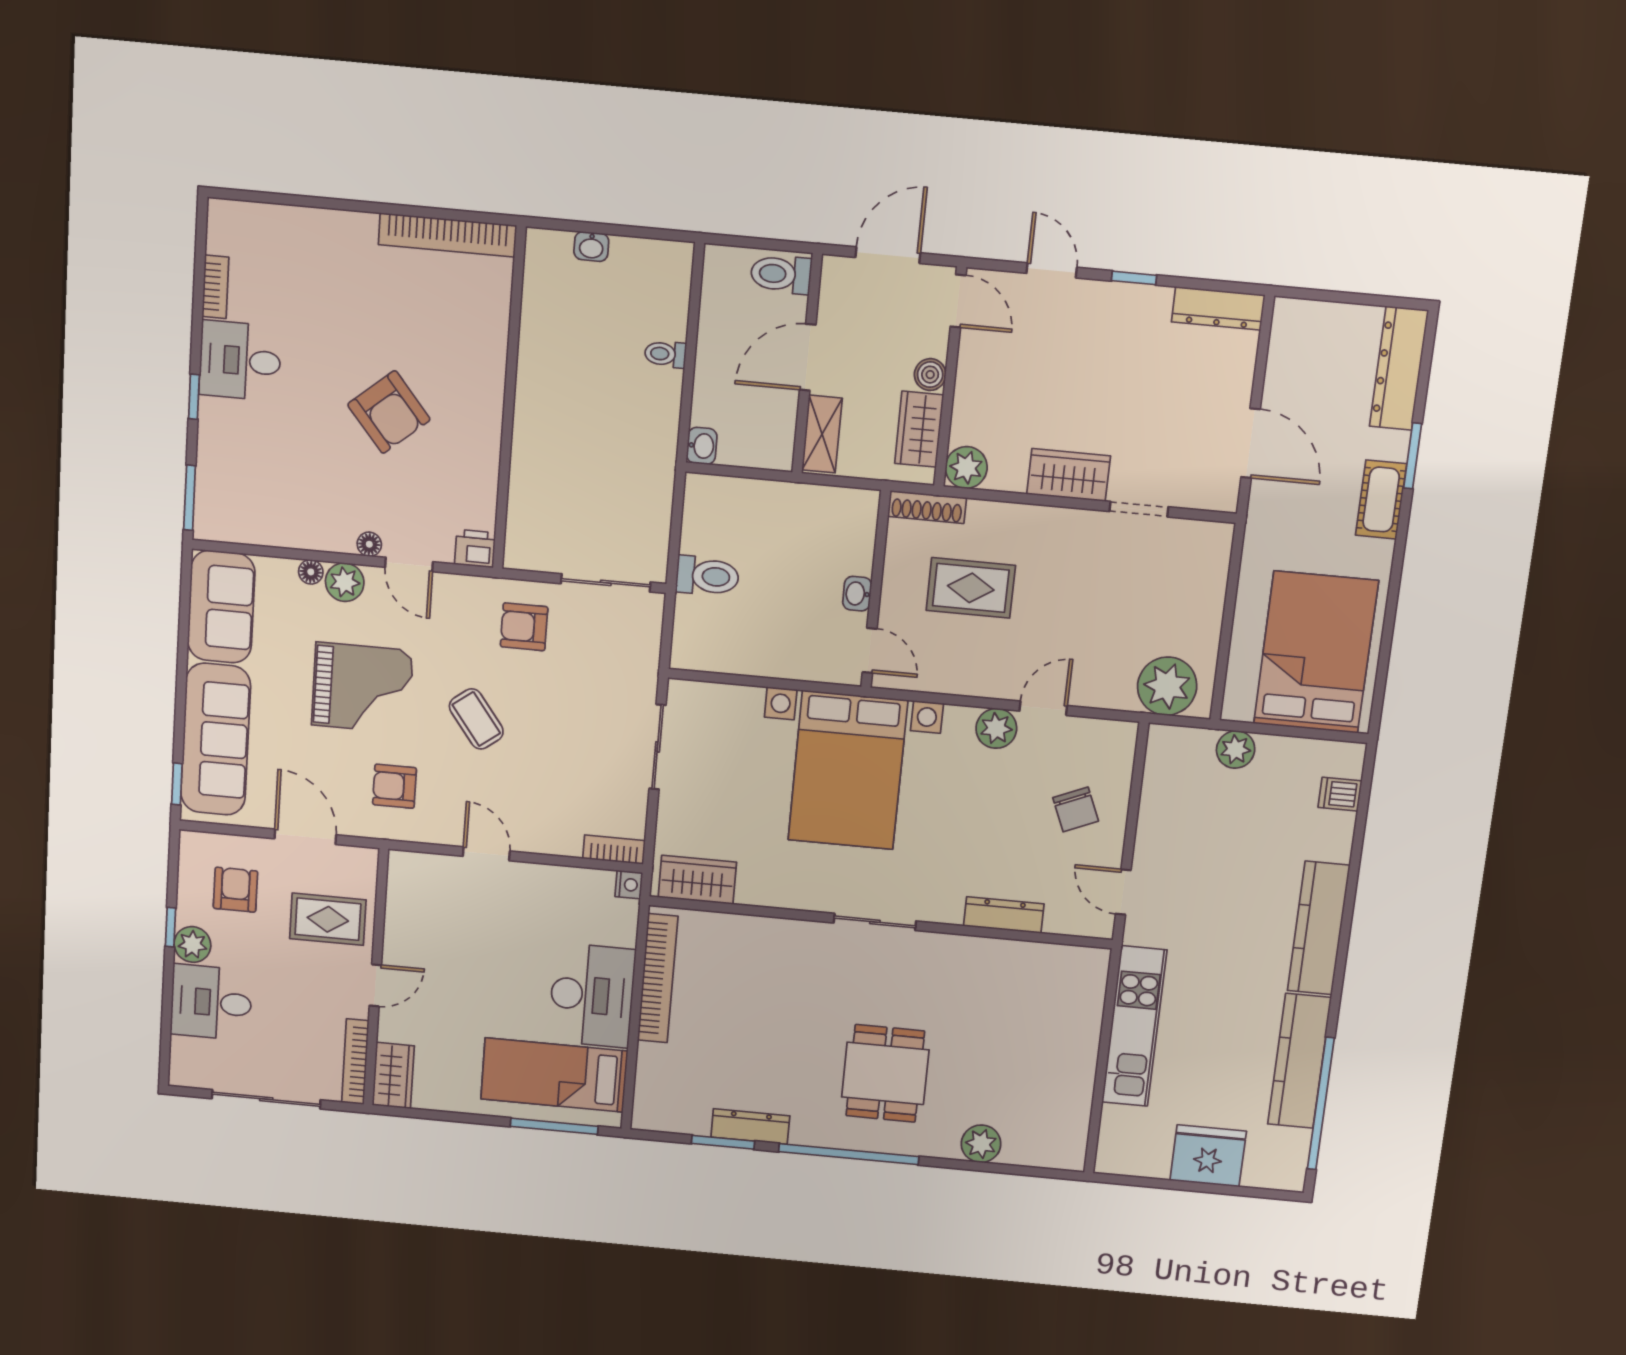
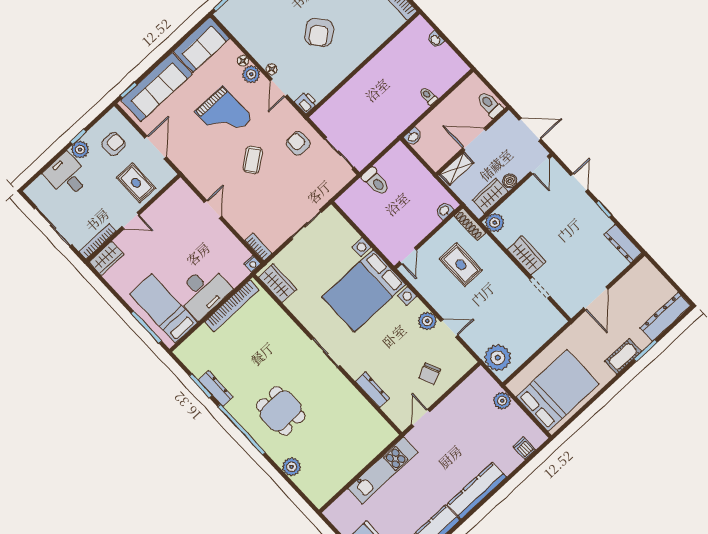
washbasin: (857, 594) -> (444, 211), moved
armchair: (395, 786) -> (203, 158), removed
dining table: (885, 1073) -> (281, 411), turned 90

